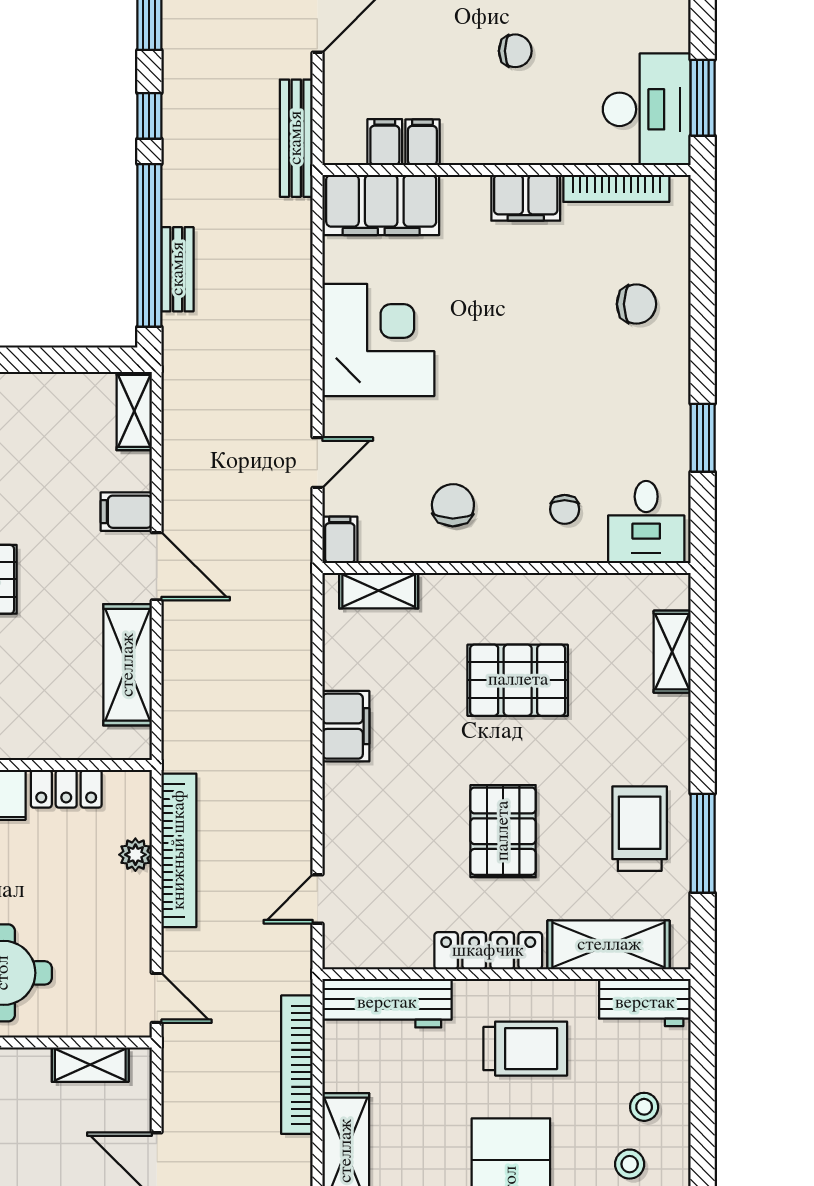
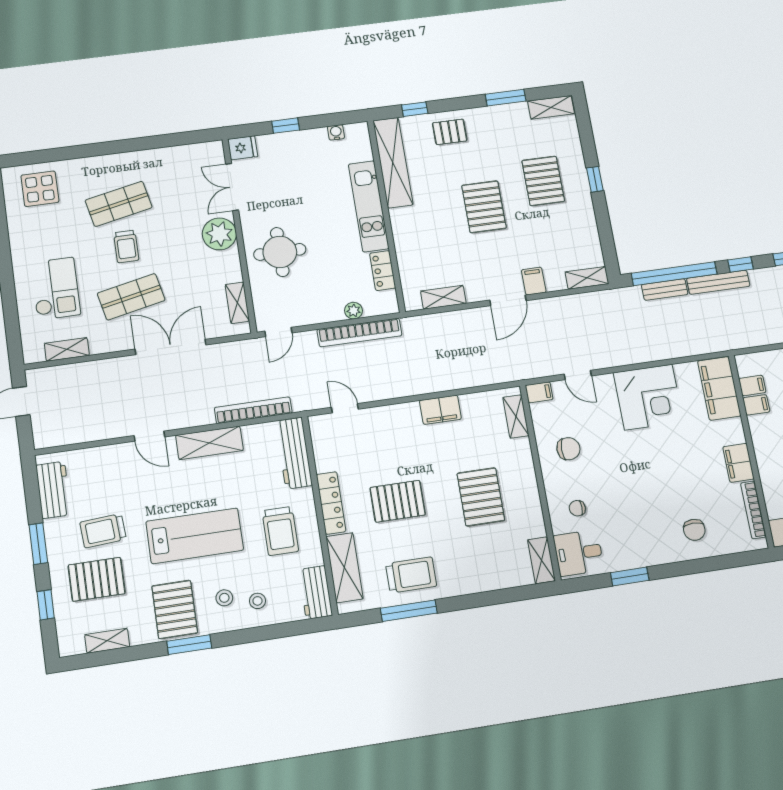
bench: (296, 138) -> (718, 282), moved
shelving: (672, 652) -> (541, 560), moved, turned 90
shelving: (128, 665) -> (443, 297), width x0.67, depth x0.75

